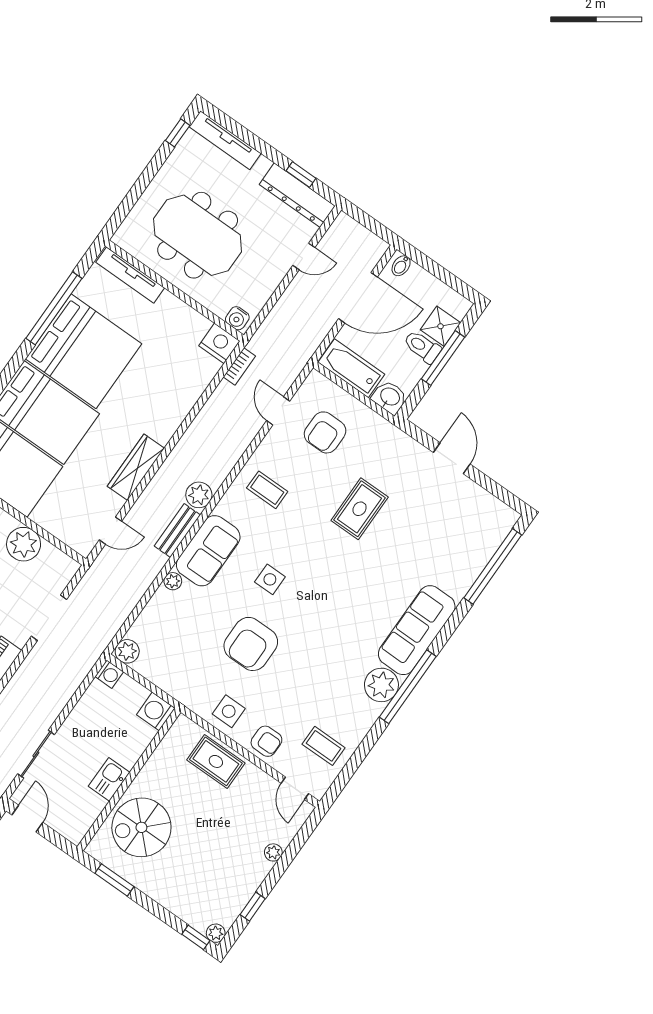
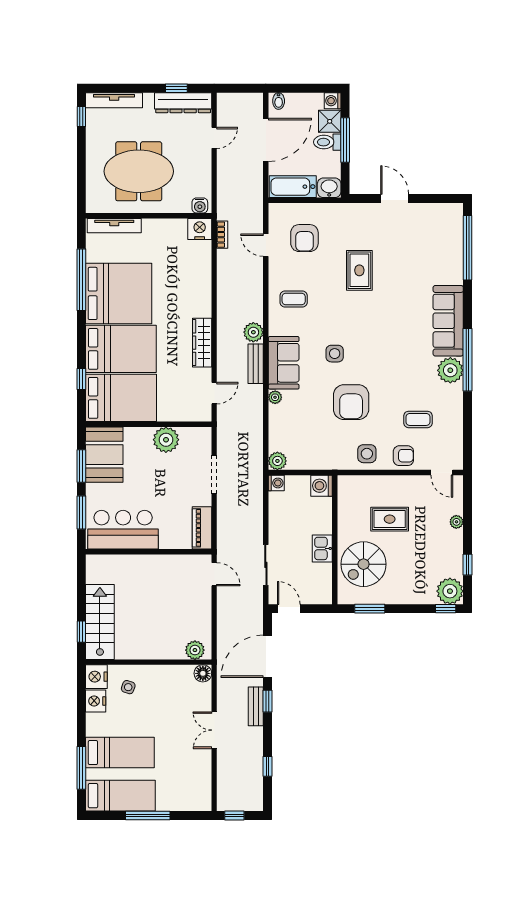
washing machine: (459, 306) -> (333, 101), added
coffee table: (324, 746) -> (418, 419), moved
rug: (216, 761) -> (390, 519), moved
plant: (216, 933) -> (450, 591), width x1.87, depth x1.87

